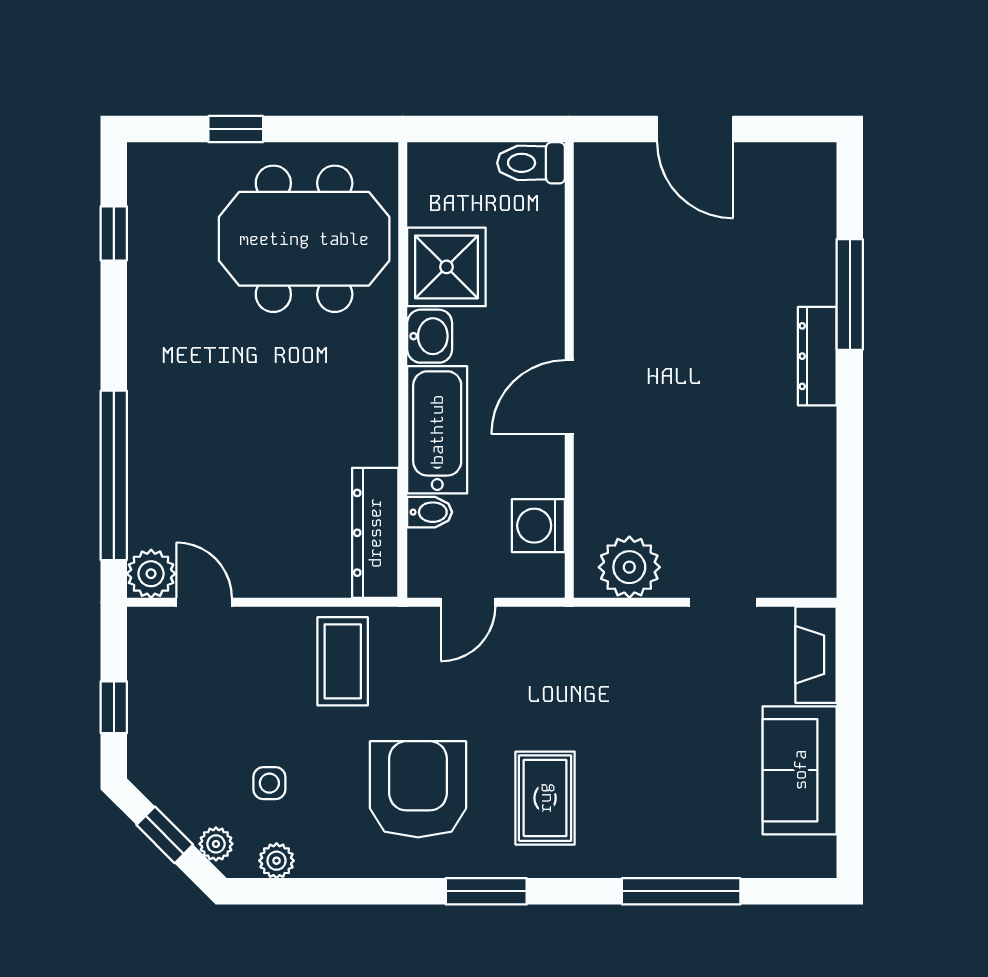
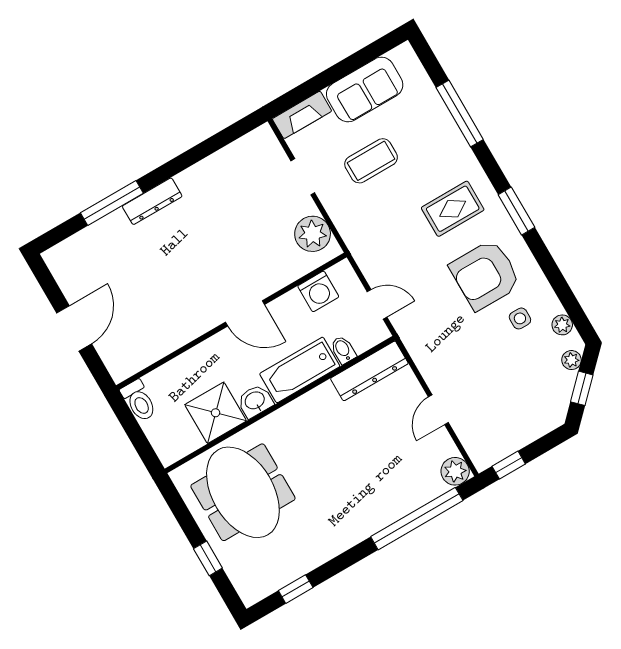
door: (204, 602) -> (438, 410), moved
coffee table: (343, 661) -> (371, 161), moved
window: (114, 707) -> (509, 465), moved
side table: (269, 783) -> (520, 318), moved

